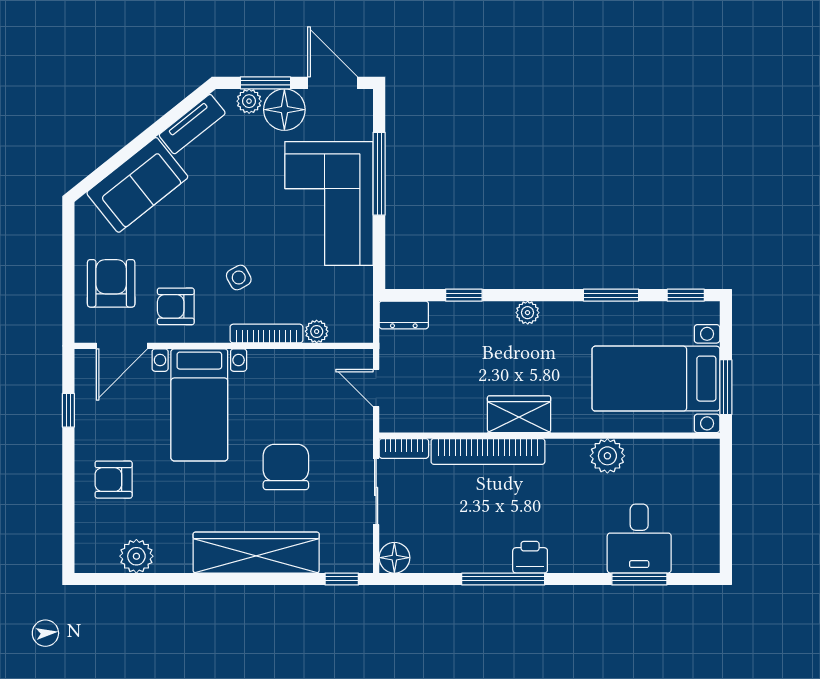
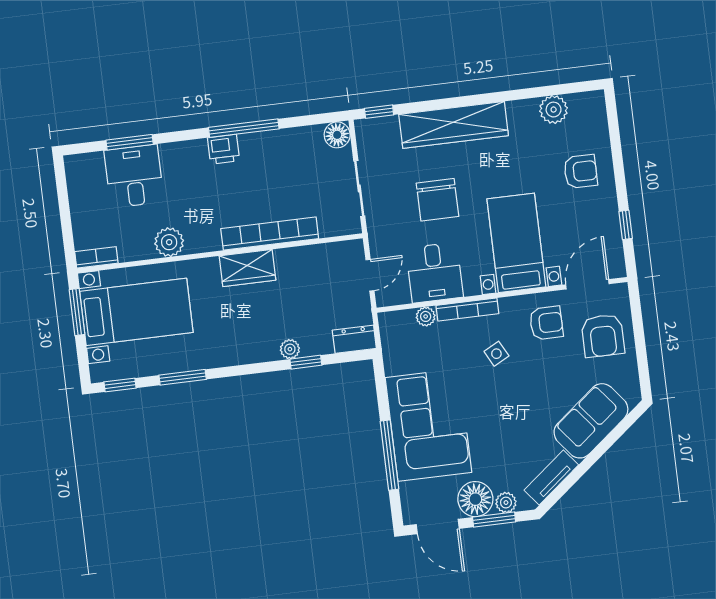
plant: (528, 313) -> (290, 349), moved
desk: (300, 382) -> (435, 273), added
door: (376, 388) -> (370, 275), hinge flipped
bookcase: (404, 448) -> (96, 257), moved

